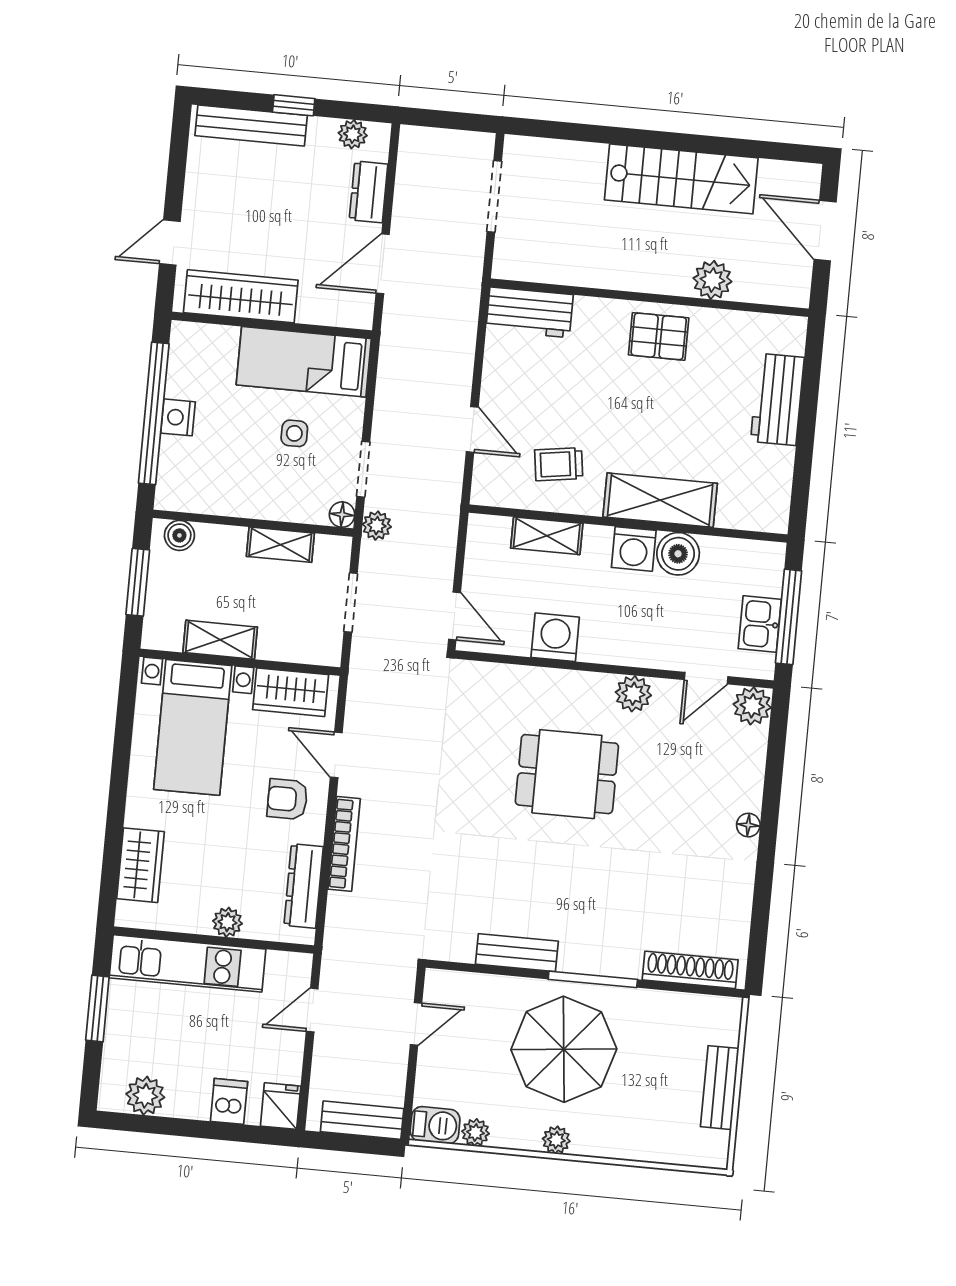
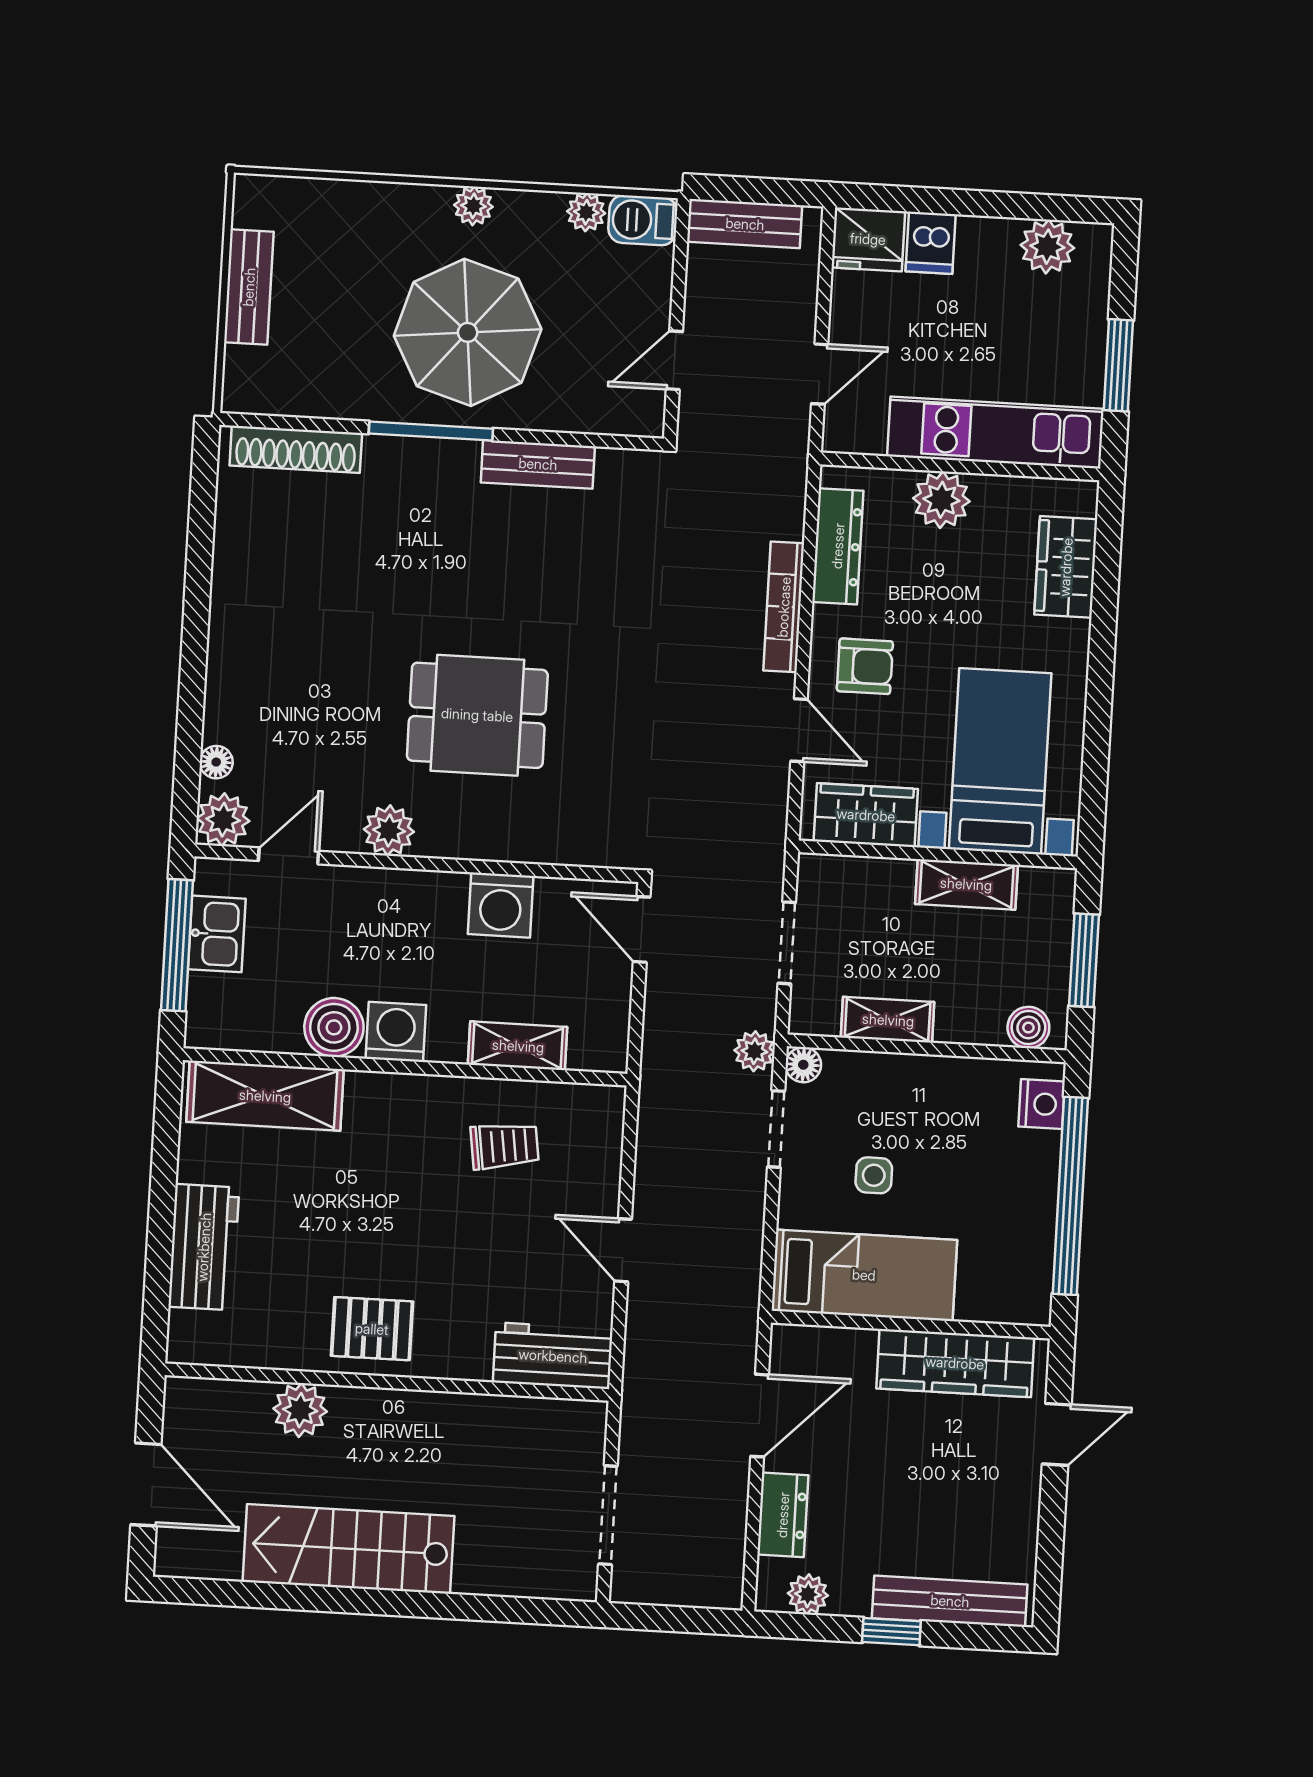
nightstand: (178, 417) -> (1042, 1104), moved
door: (472, 429) -> (623, 1250), moved
shelving: (660, 500) -> (265, 1096), moved
floor lamp: (748, 825) -> (216, 762), moved
plant: (227, 922) -> (941, 500), width x1.38, depth x1.38
fridge: (281, 1106) -> (868, 239), width x1.38

